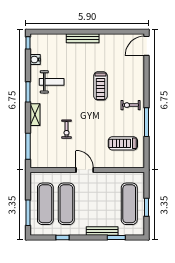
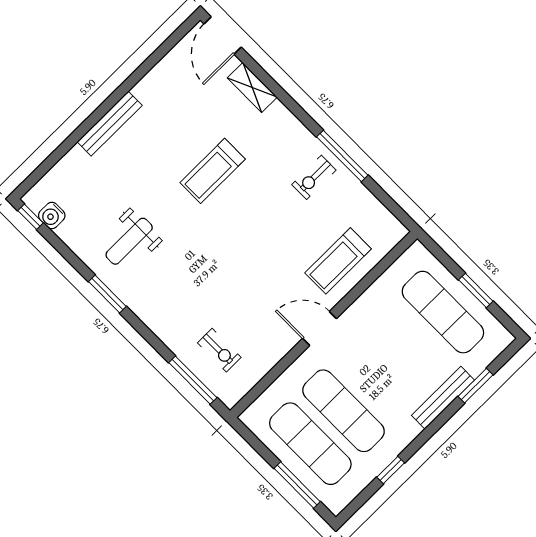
water cooler: (35, 60) -> (52, 215), moved
weight bench: (52, 82) -> (129, 241), turned 180
treadmill: (101, 86) -> (213, 171), turned 90
exercise bike: (130, 105) -> (314, 177), moved
shelving: (35, 115) -> (252, 87), moved
exercise bike: (67, 129) -> (219, 350), moved
treadmill: (123, 143) -> (338, 261), moved

